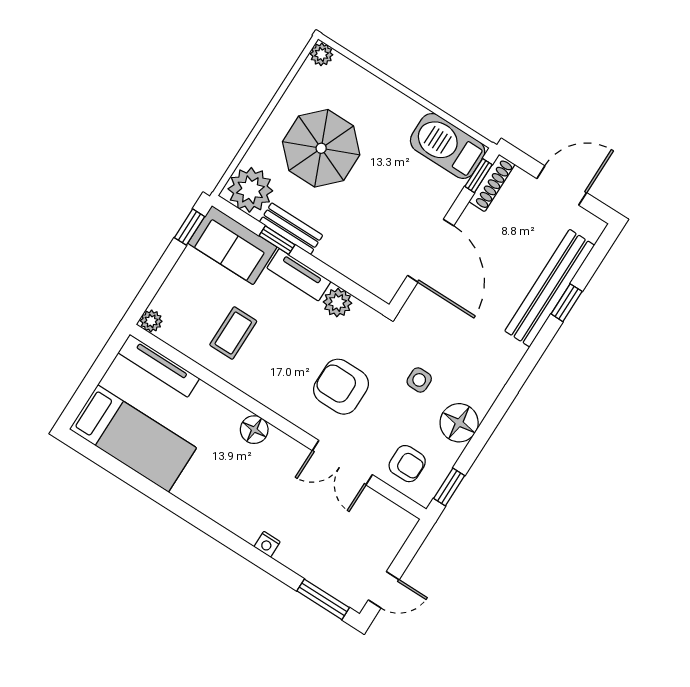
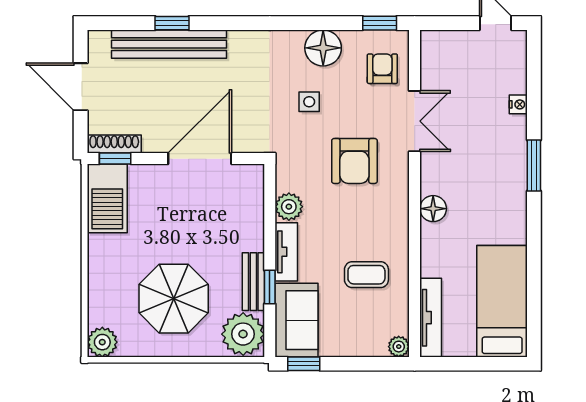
plant: (321, 54) -> (102, 342), width x1.38, depth x1.38
nightstand: (267, 544) -> (518, 104), moved
window: (323, 599) -> (534, 165), moved

